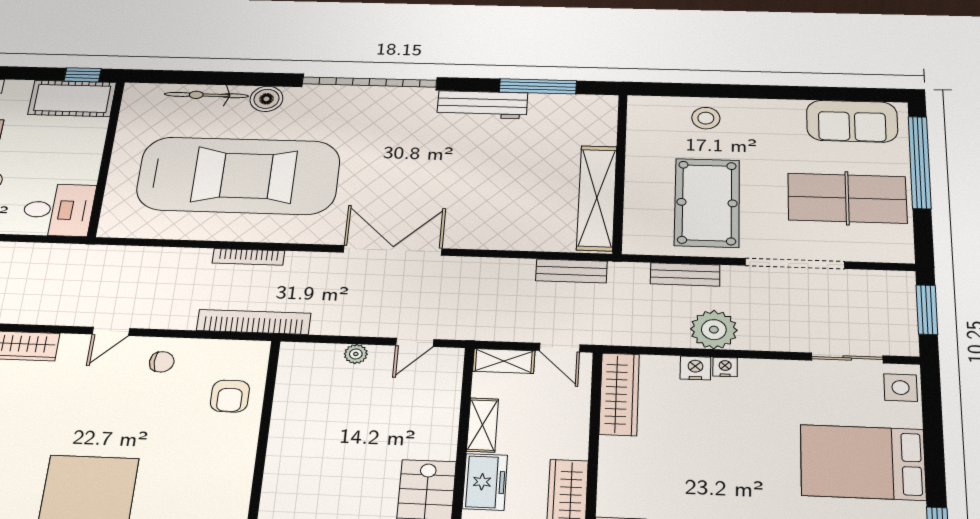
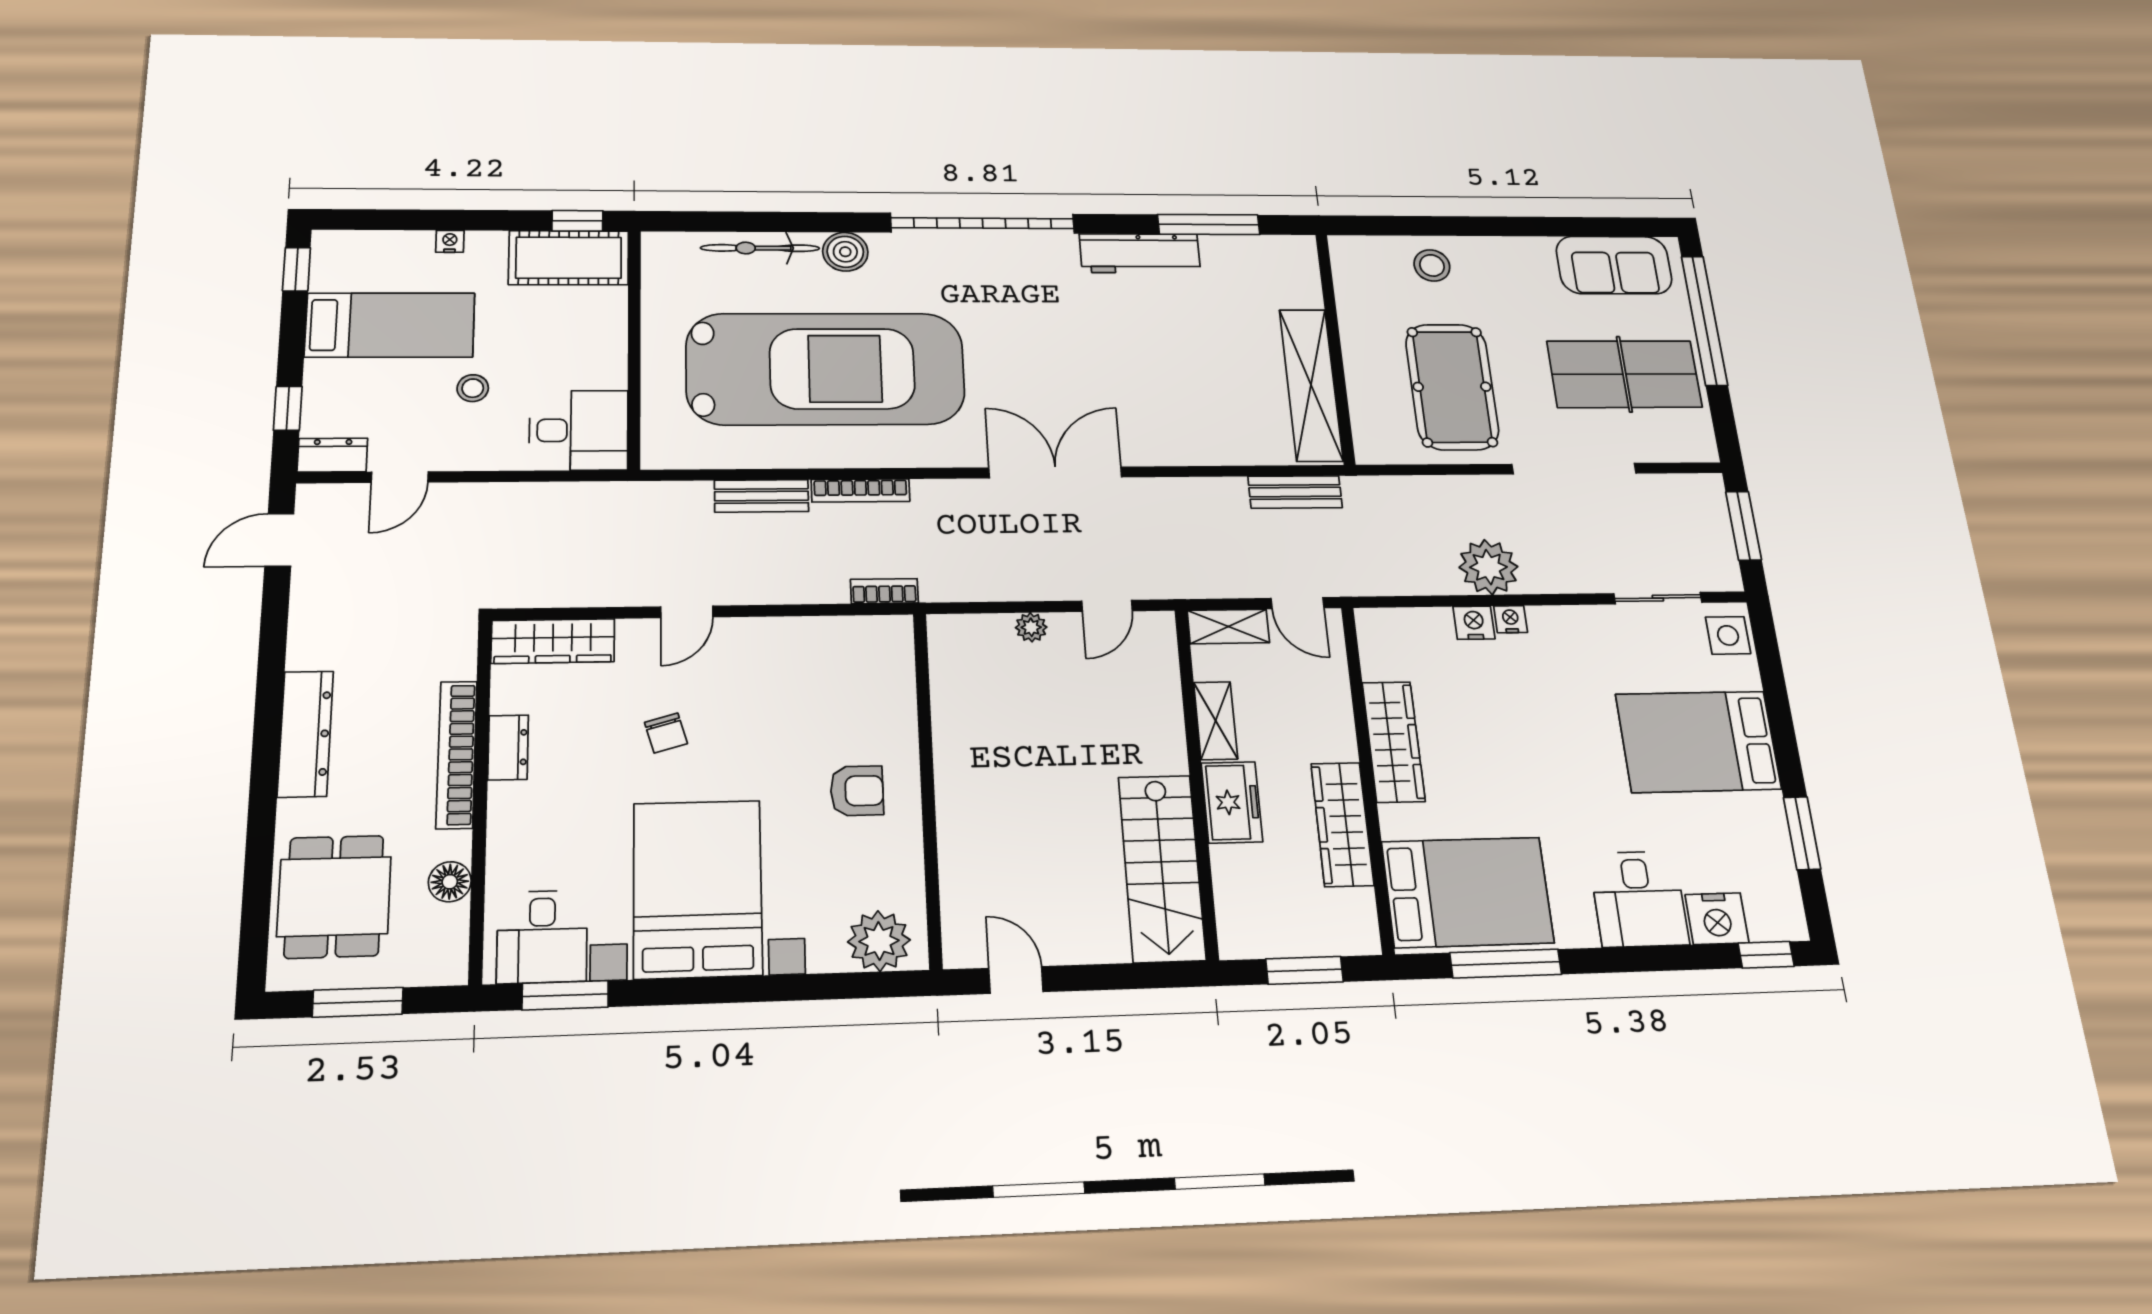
bench: (685, 274) -> (762, 496), moved
bookcase: (254, 322) -> (884, 591), width x0.43, depth x0.76
chair: (162, 362) -> (666, 733), moved, turned 74
wardrobe: (619, 394) -> (1394, 742), moved
armchair: (230, 396) -> (857, 791), moved, turned -90

